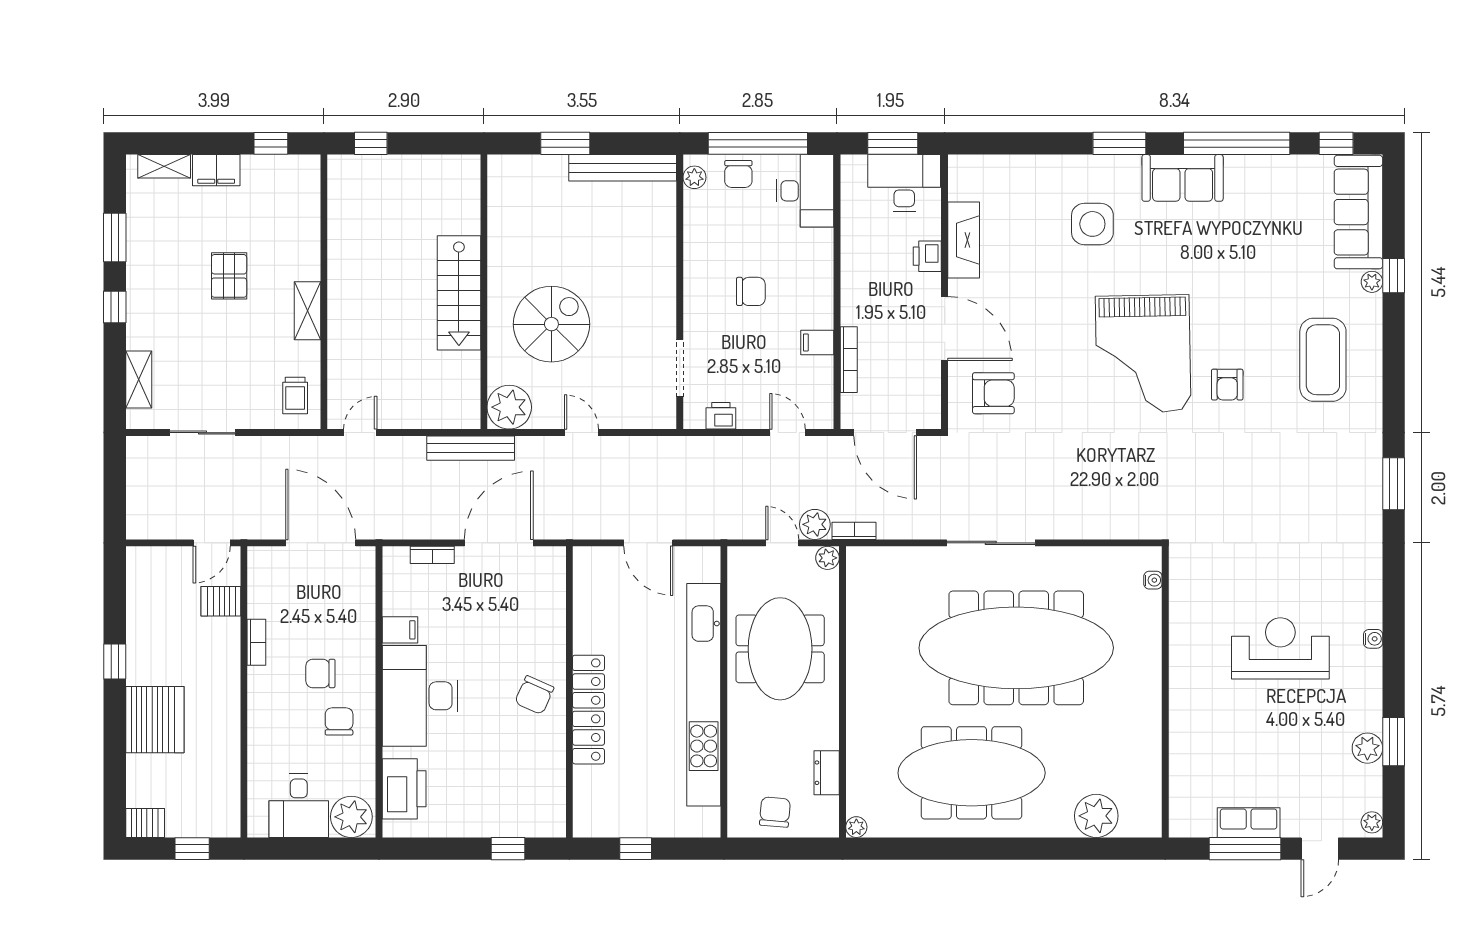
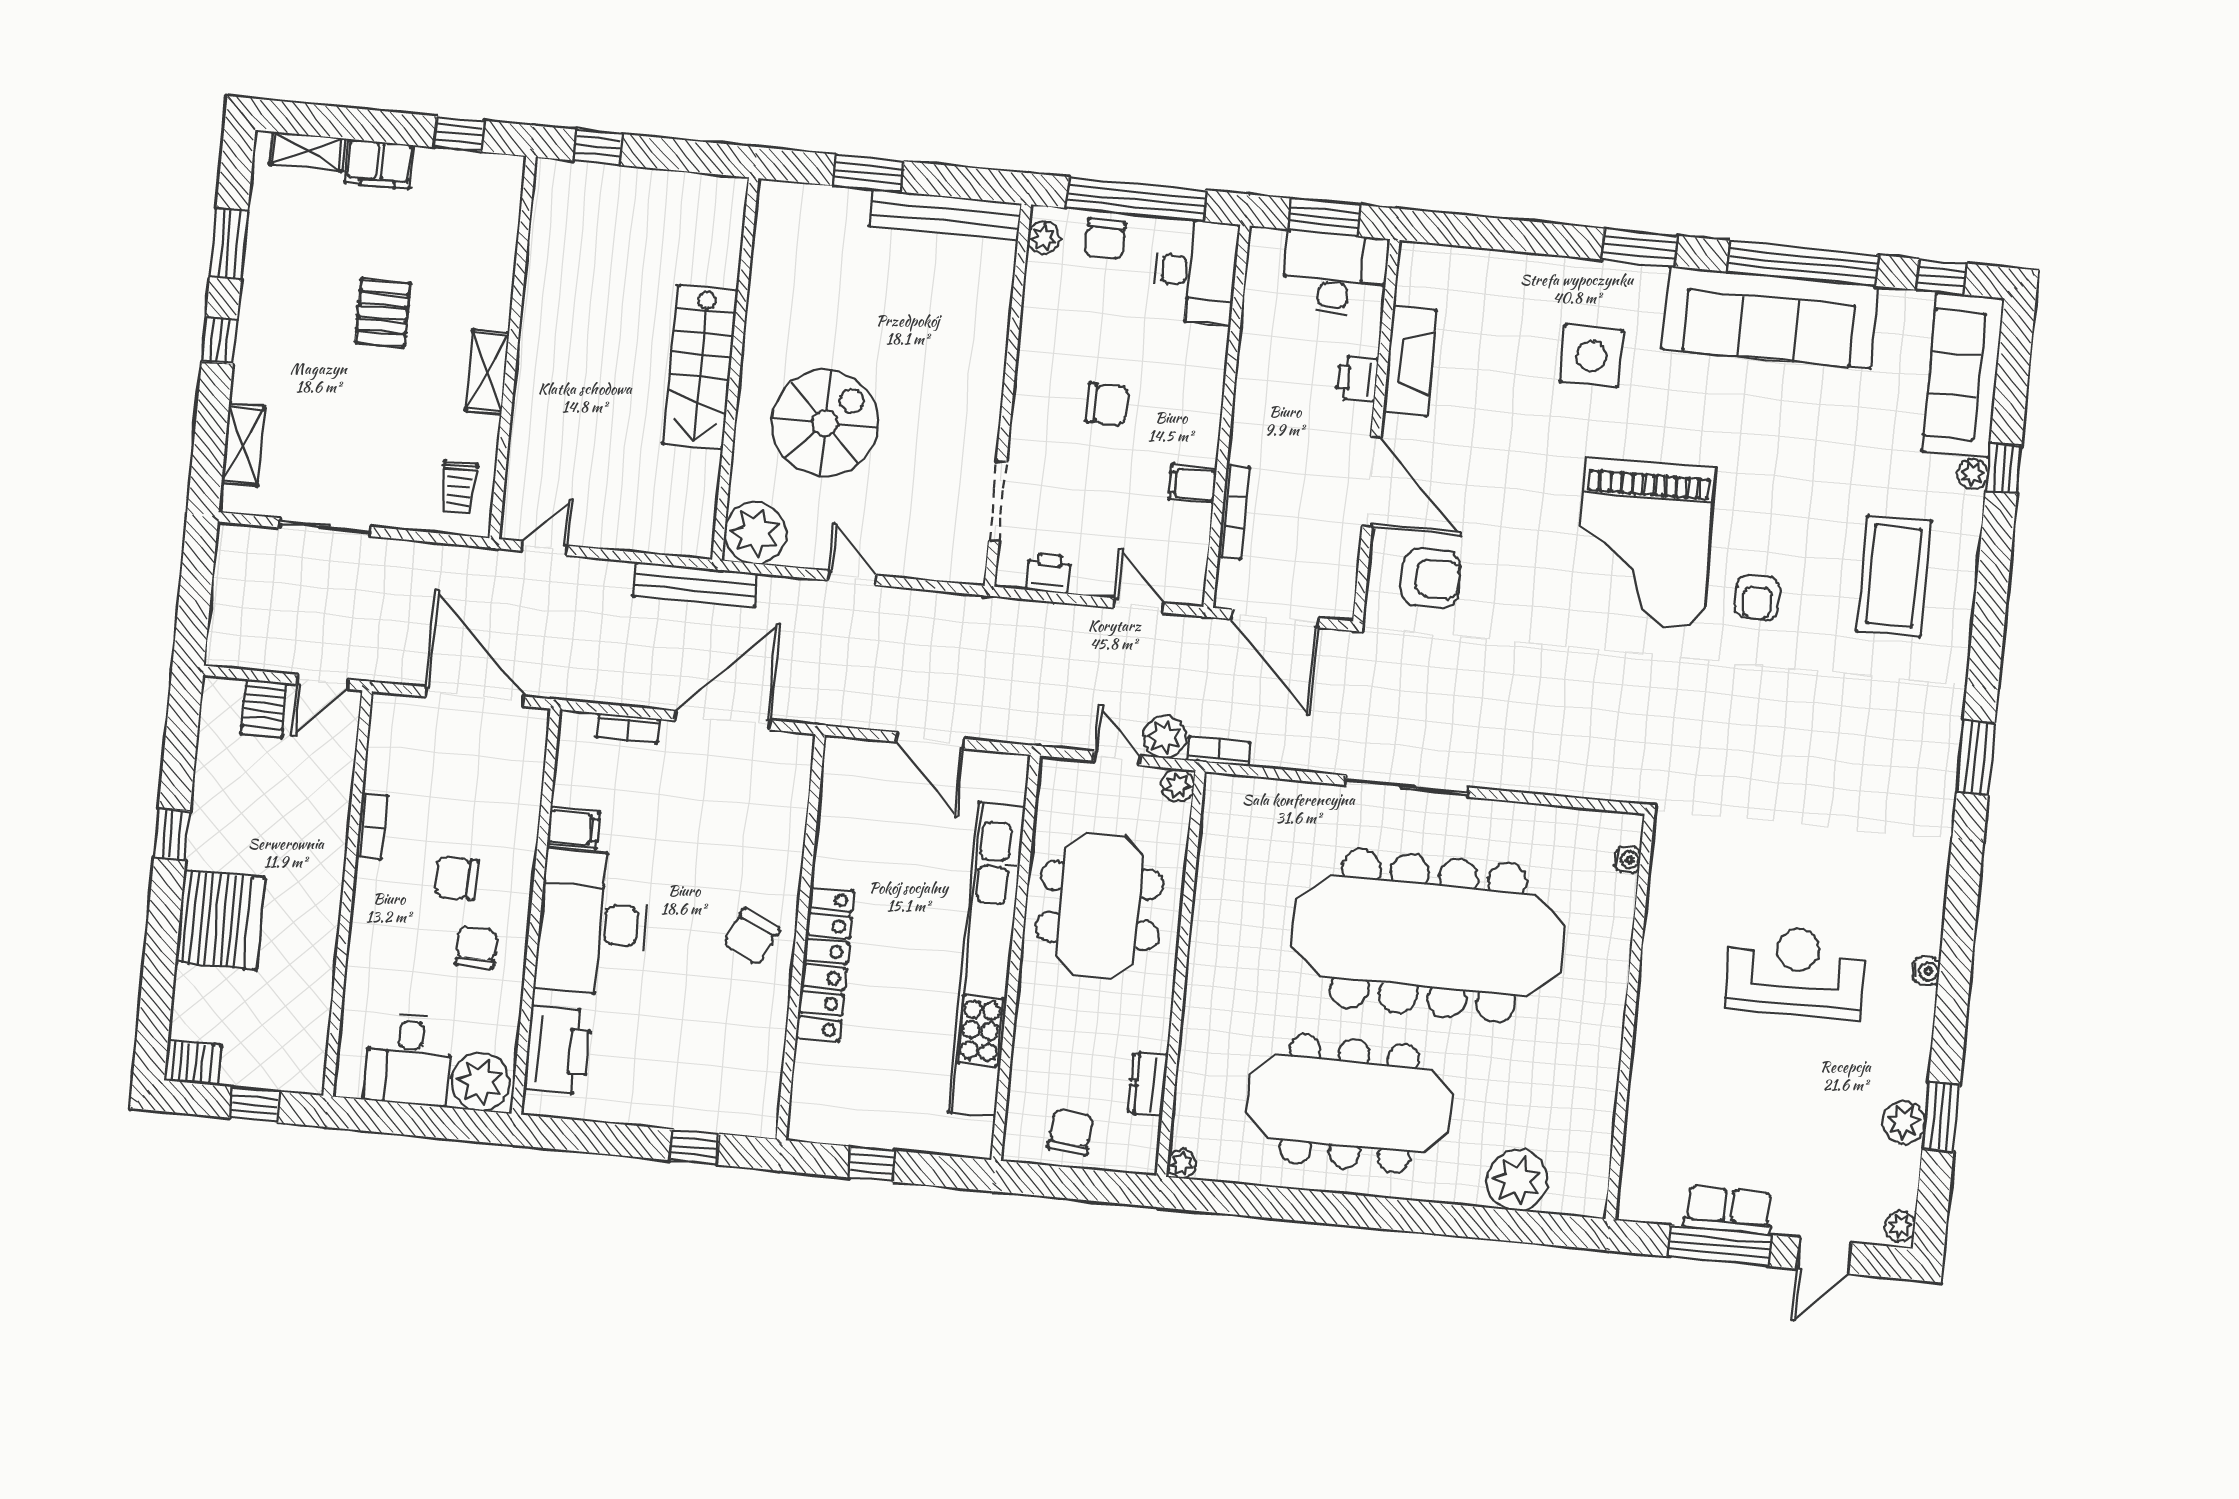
sofa: (1183, 178) -> (1770, 317), width x1.85, depth x1.27
server rack: (221, 601) -> (264, 708), moved, turned -90

